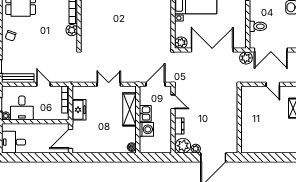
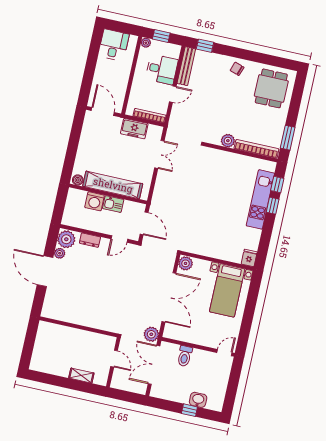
double door: (109, 84) -> (159, 154), moved
door: (273, 84) -> (114, 359), swing flipped
desk: (22, 108) -> (162, 69), moved, turned 180
shelving: (130, 109) -> (113, 185), width x1.47
wall: (239, 120) -> (79, 327), moved

